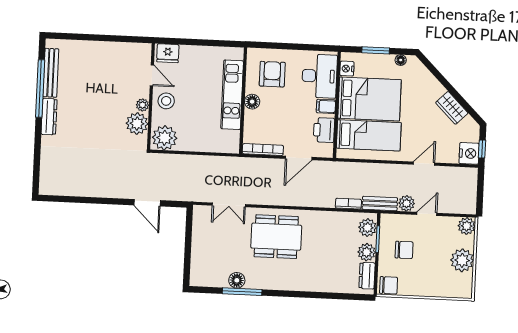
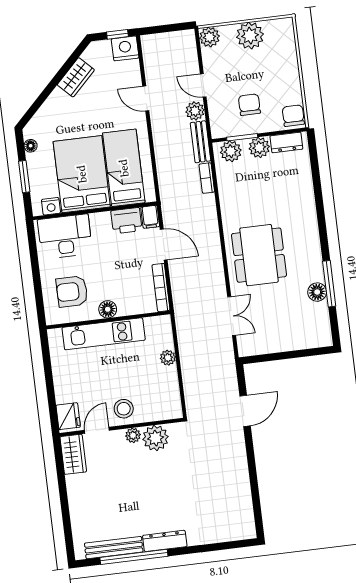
wardrobe: (135, 52) -> (73, 454), added
filing cabinet: (326, 106) -> (150, 217), moved
plant: (165, 138) -> (168, 358), moved, width x0.53, depth x0.53

